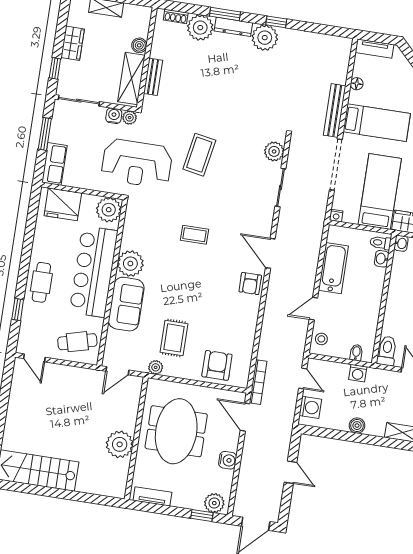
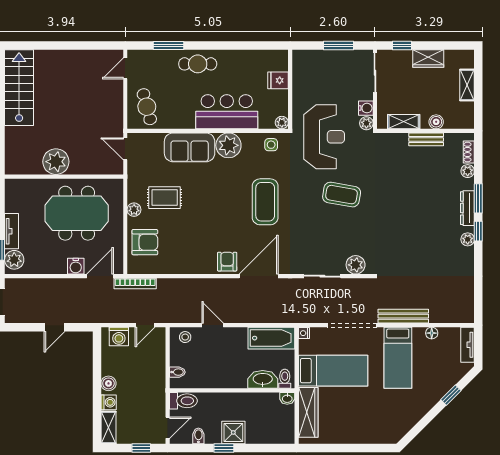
window: (276, 22) -> (478, 231), moved
plant: (200, 28) -> (468, 171), width x0.53, depth x0.53
plant: (265, 38) -> (468, 239), width x0.53, depth x0.53
bench: (153, 77) -> (426, 139), moved
shelving: (131, 79) -> (404, 122), width x0.67, depth x0.75
reception desk: (137, 163) -> (324, 137), turned 180
row of seats: (54, 164) -> (311, 59), removed
fridge: (63, 204) -> (278, 80), width x0.53, depth x0.75
plant: (109, 210) -> (282, 123), width x0.53, depth x0.53
side table: (136, 219) -> (271, 145), added
coffee table: (195, 235) -> (265, 202), width x1.86, depth x1.72
door: (270, 253) -> (259, 276), width x1.36
washbasin: (382, 259) -> (263, 379), width x1.91, depth x1.45
bathtub: (333, 268) -> (271, 338), moved
bar counter: (94, 272) -> (227, 112), width x0.73
armchair: (250, 284) -> (227, 262), turned 90
window: (18, 310) -> (168, 45), width x1.50
plant: (156, 367) -> (134, 210), moved
washing machine: (358, 373) -> (109, 402), moved, turned 180
water cooler: (228, 460) -> (76, 266), moved
tv unit: (152, 496) -> (12, 231), moved

